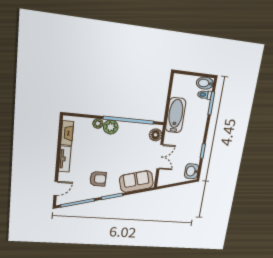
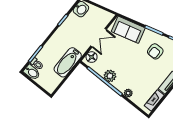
plant: (111, 127) -> (110, 76), moved
double door: (160, 157) -> (98, 38), swing flipped
armchair: (98, 179) -> (155, 51), turned -90

